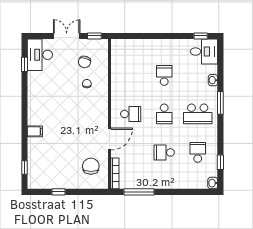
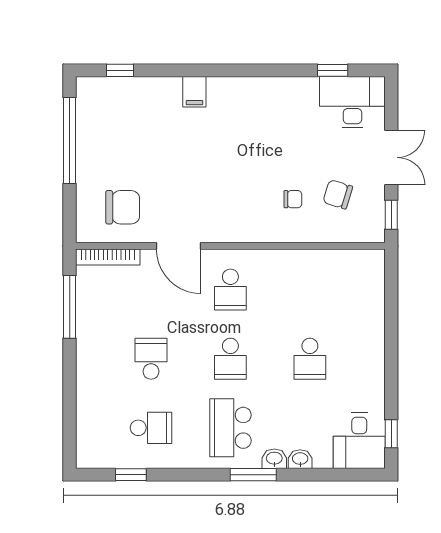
school desk: (164, 75) -> (310, 359), turned 90
school desk: (164, 114) -> (230, 359), turned -90
washbasin: (213, 183) -> (274, 459), moved
window: (58, 192) -> (70, 141), width x3.17

